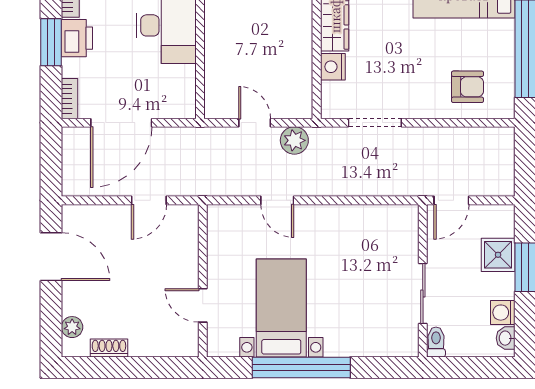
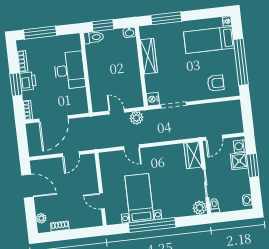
nightstand: (333, 67) -> (153, 99), moved
wardrobe: (403, 232) -> (193, 155), added
washing machine: (503, 313) -> (240, 146), moved
plant: (405, 343) -> (200, 208), added

